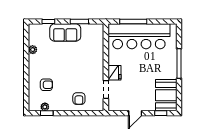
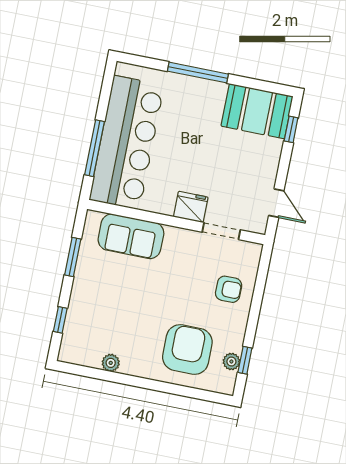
sofa: (65, 33) -> (131, 236), moved, turned 90
armchair: (46, 85) -> (187, 350), width x1.88, depth x1.88
door: (135, 113) -> (276, 203), moved

